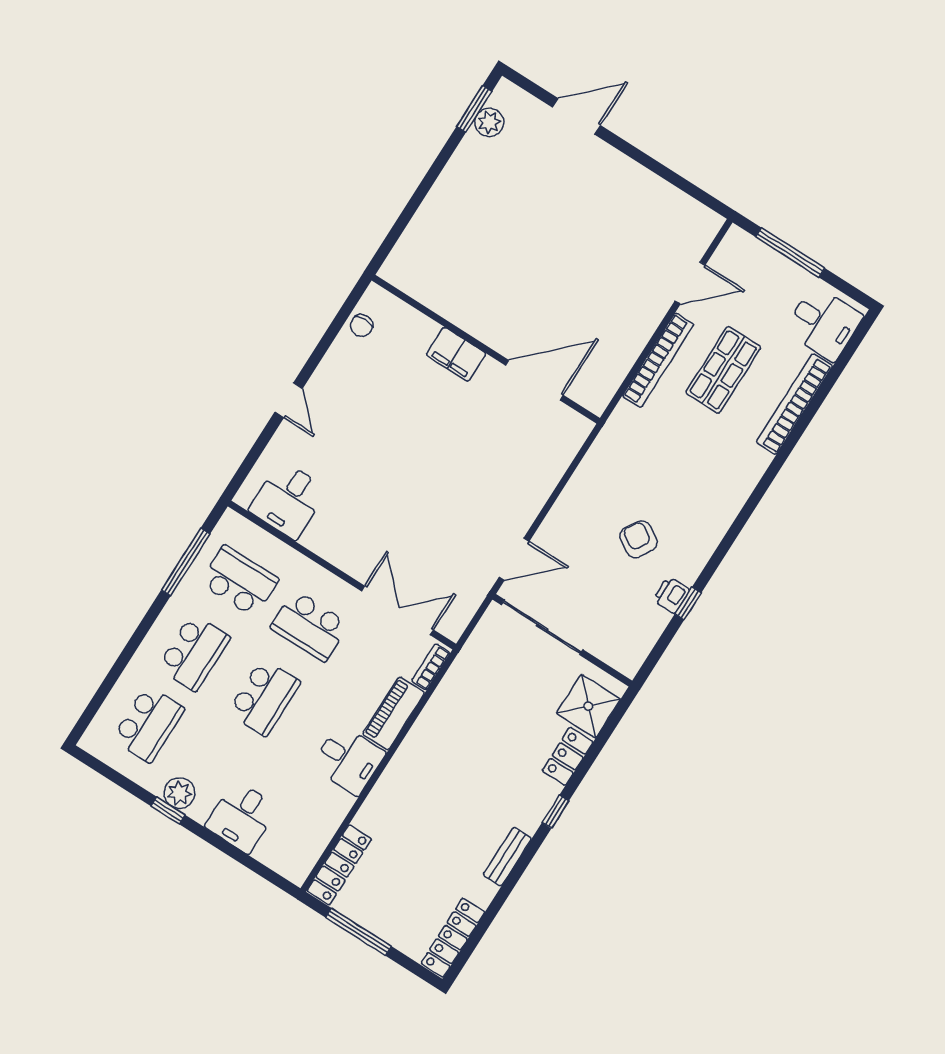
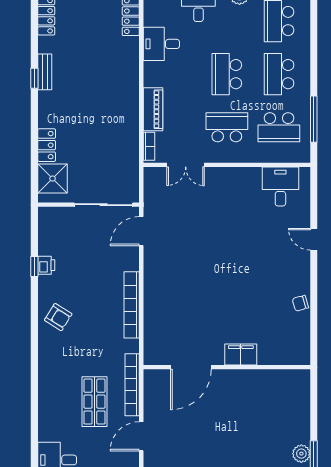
chair: (362, 326) -> (300, 303), turned -106
wall: (486, 349) -> (227, 367), moved
filing cabinet: (456, 354) -> (241, 355), moved
door: (534, 380) -> (191, 367), moved
bookcase: (794, 404) -> (132, 305), moved, turned 180
armchair: (638, 539) -> (58, 317), moved
double door: (397, 610) -> (186, 165), width x0.73
desk: (348, 760) -> (161, 44), moved
window: (555, 812) -> (34, 78), moved

